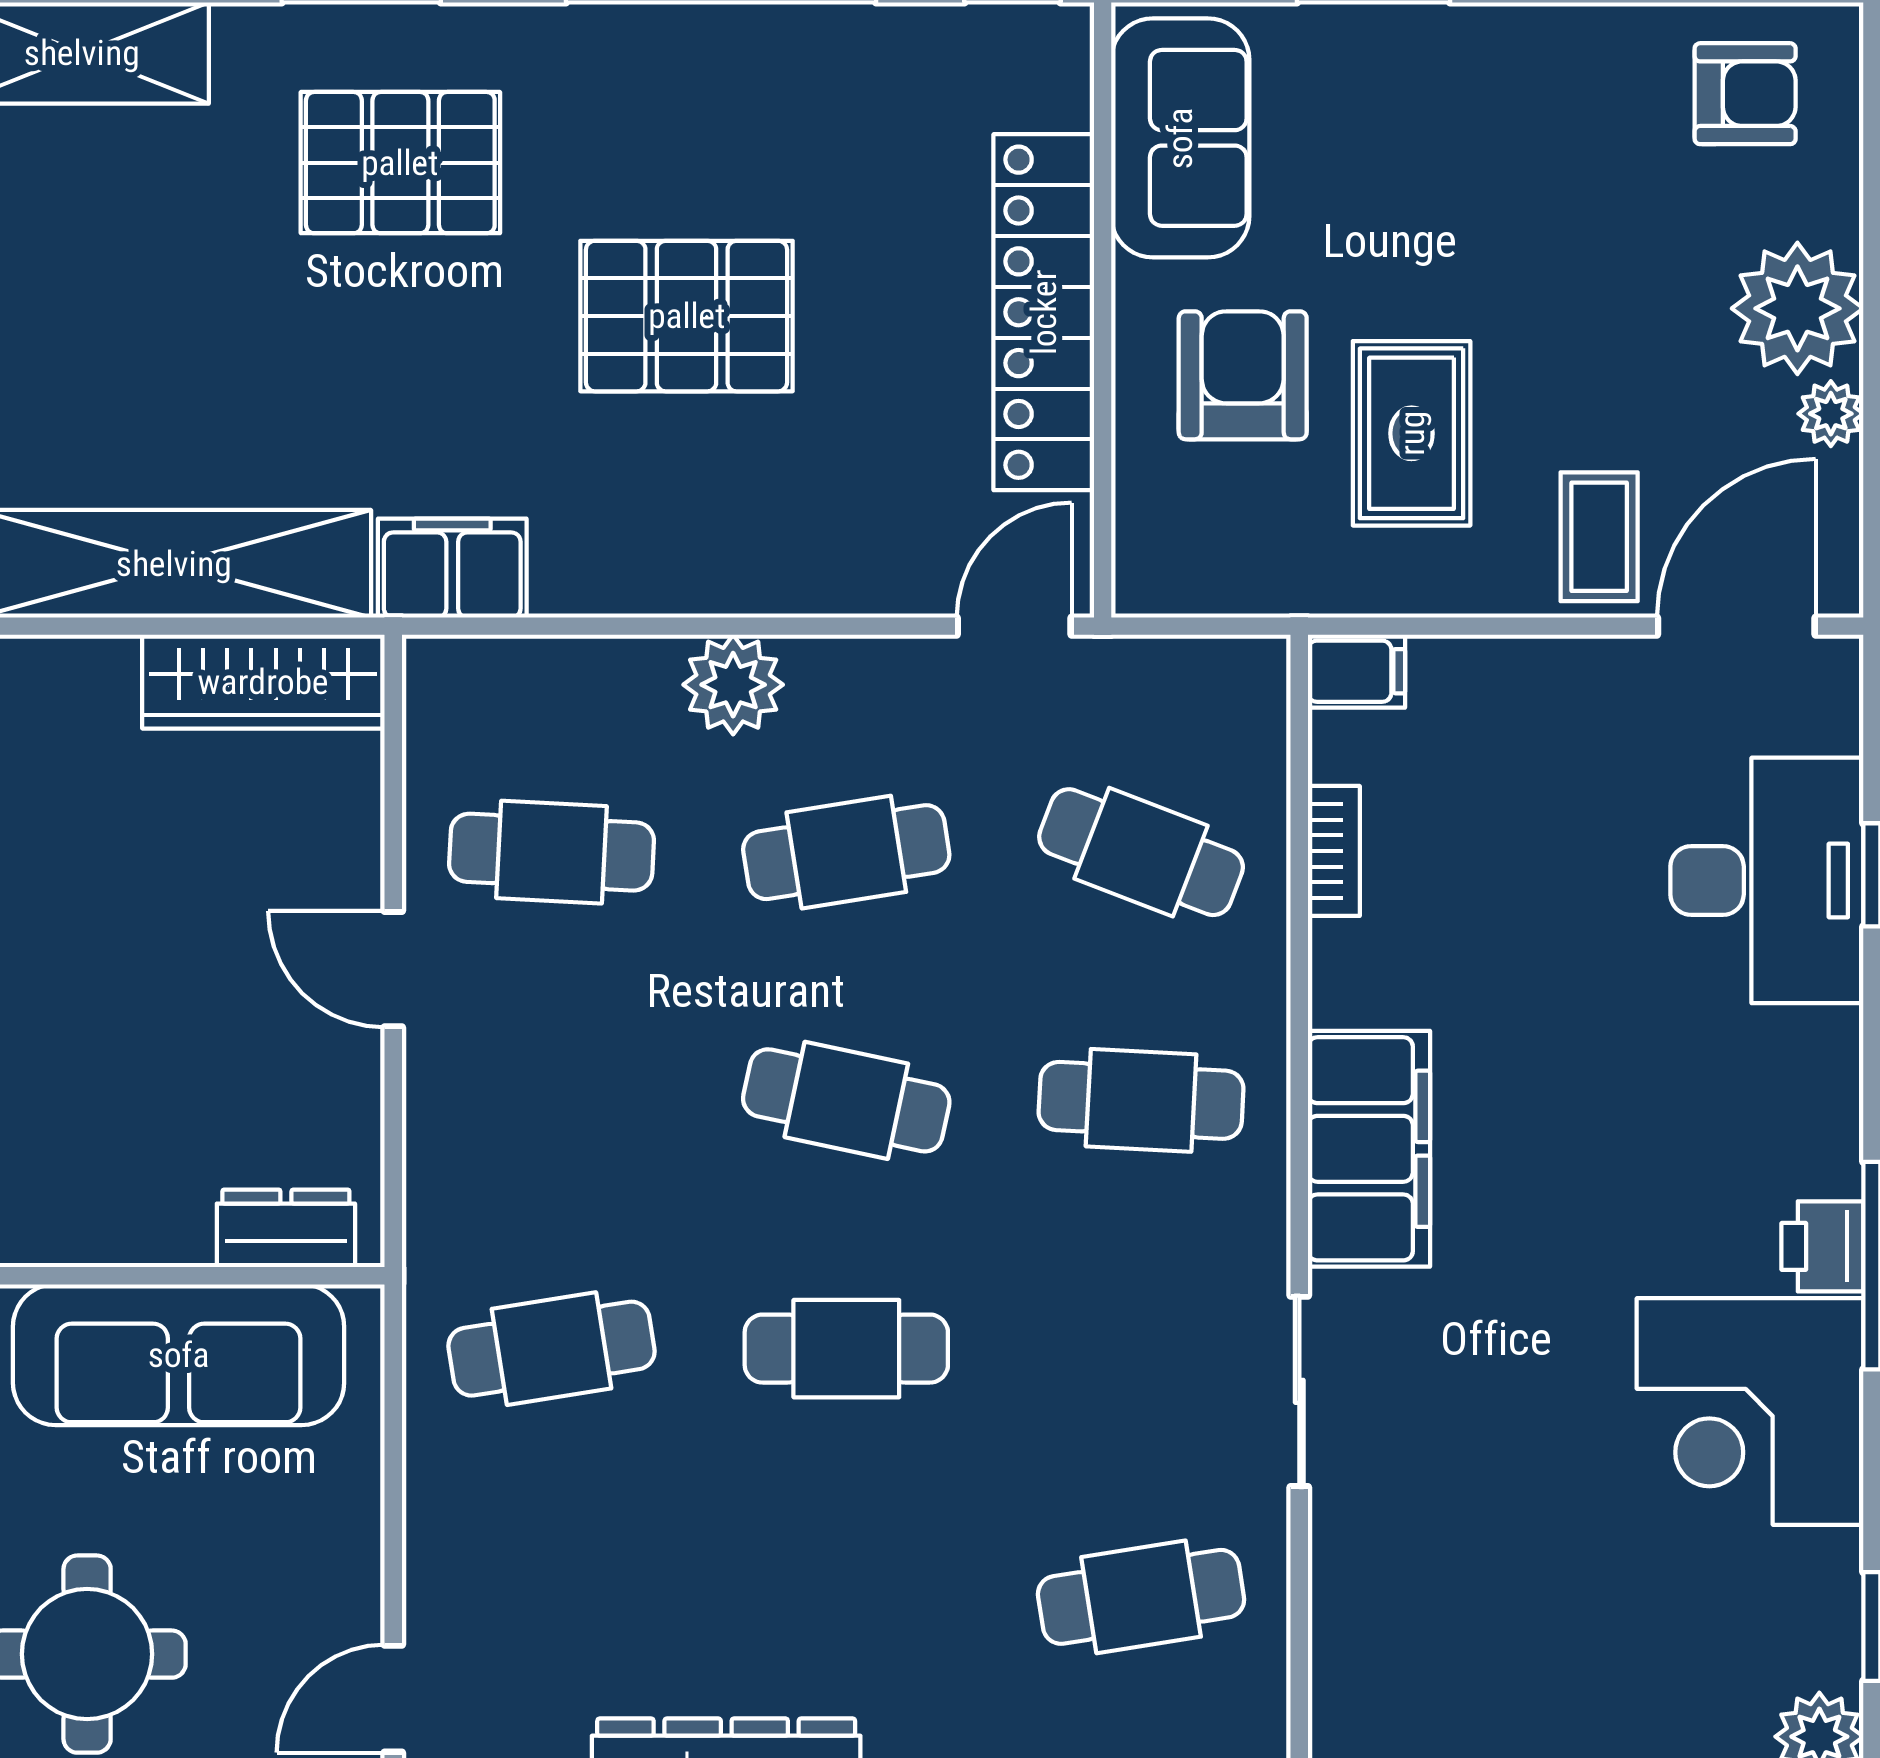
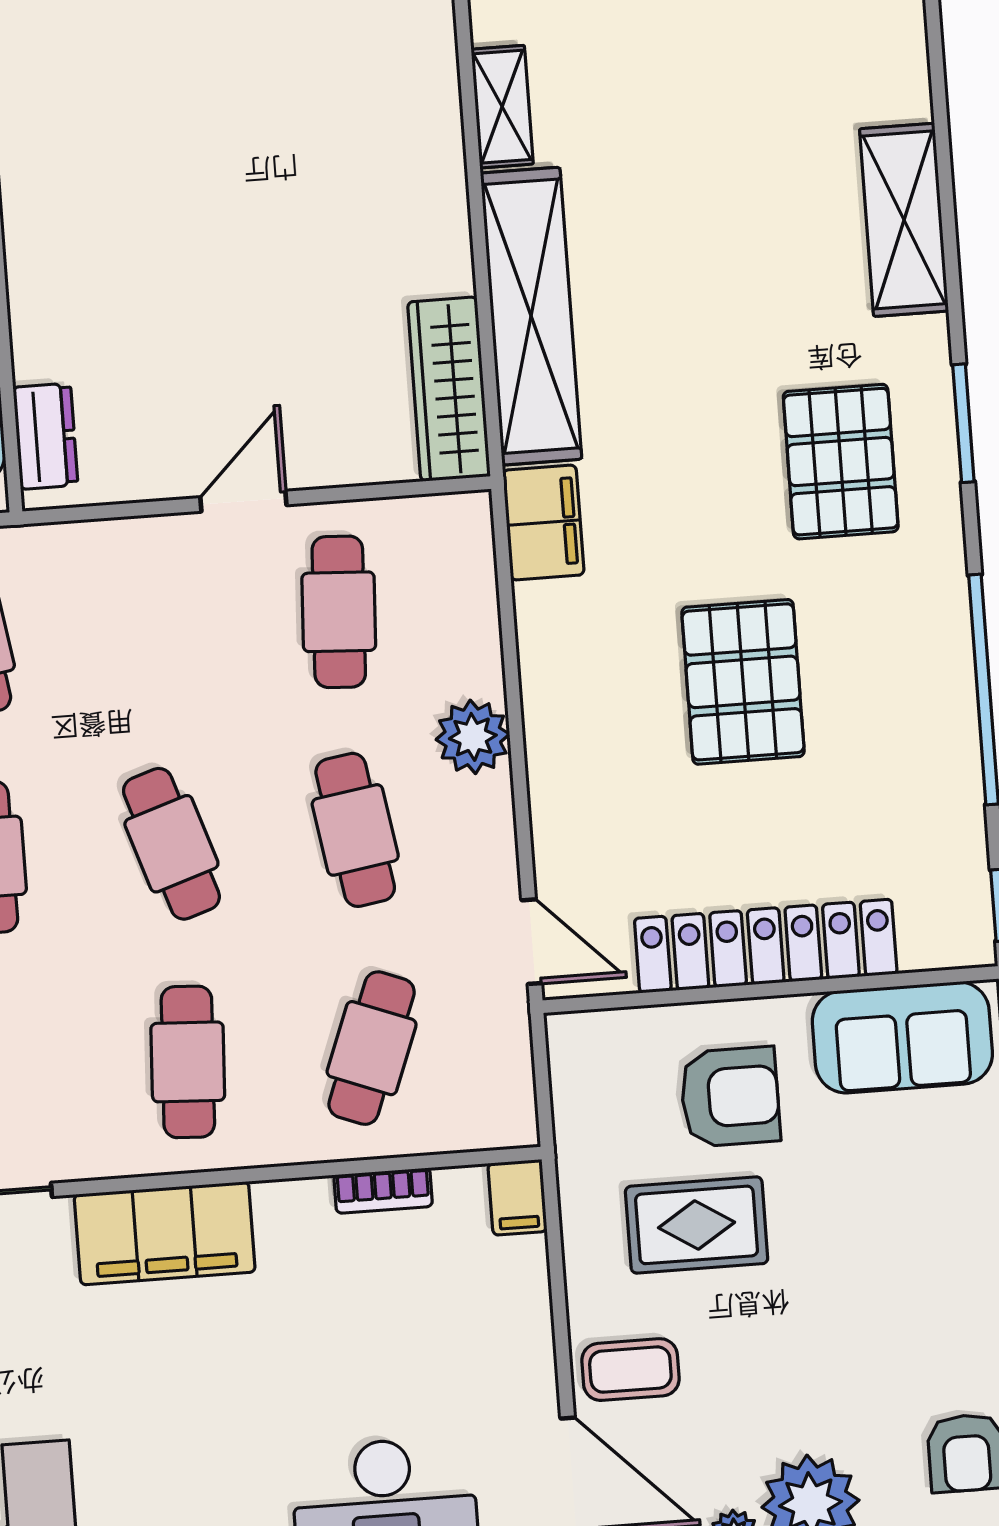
cafe table: (846, 1100) -> (171, 844), turned -30

